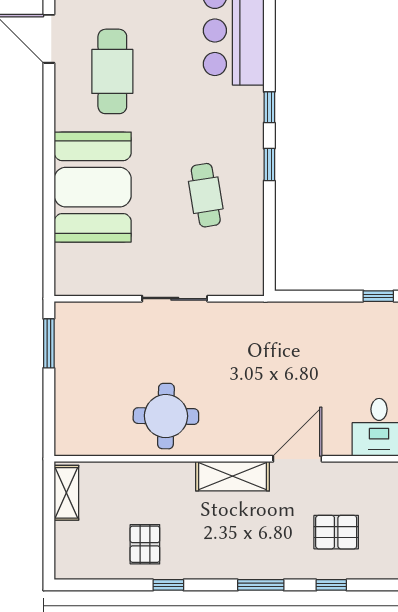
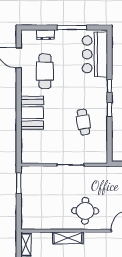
booth: (93, 187) -> (32, 113), width x0.73, depth x0.70
round table: (166, 416) -> (85, 211), moved
shelving: (233, 476) -> (68, 238), moved

